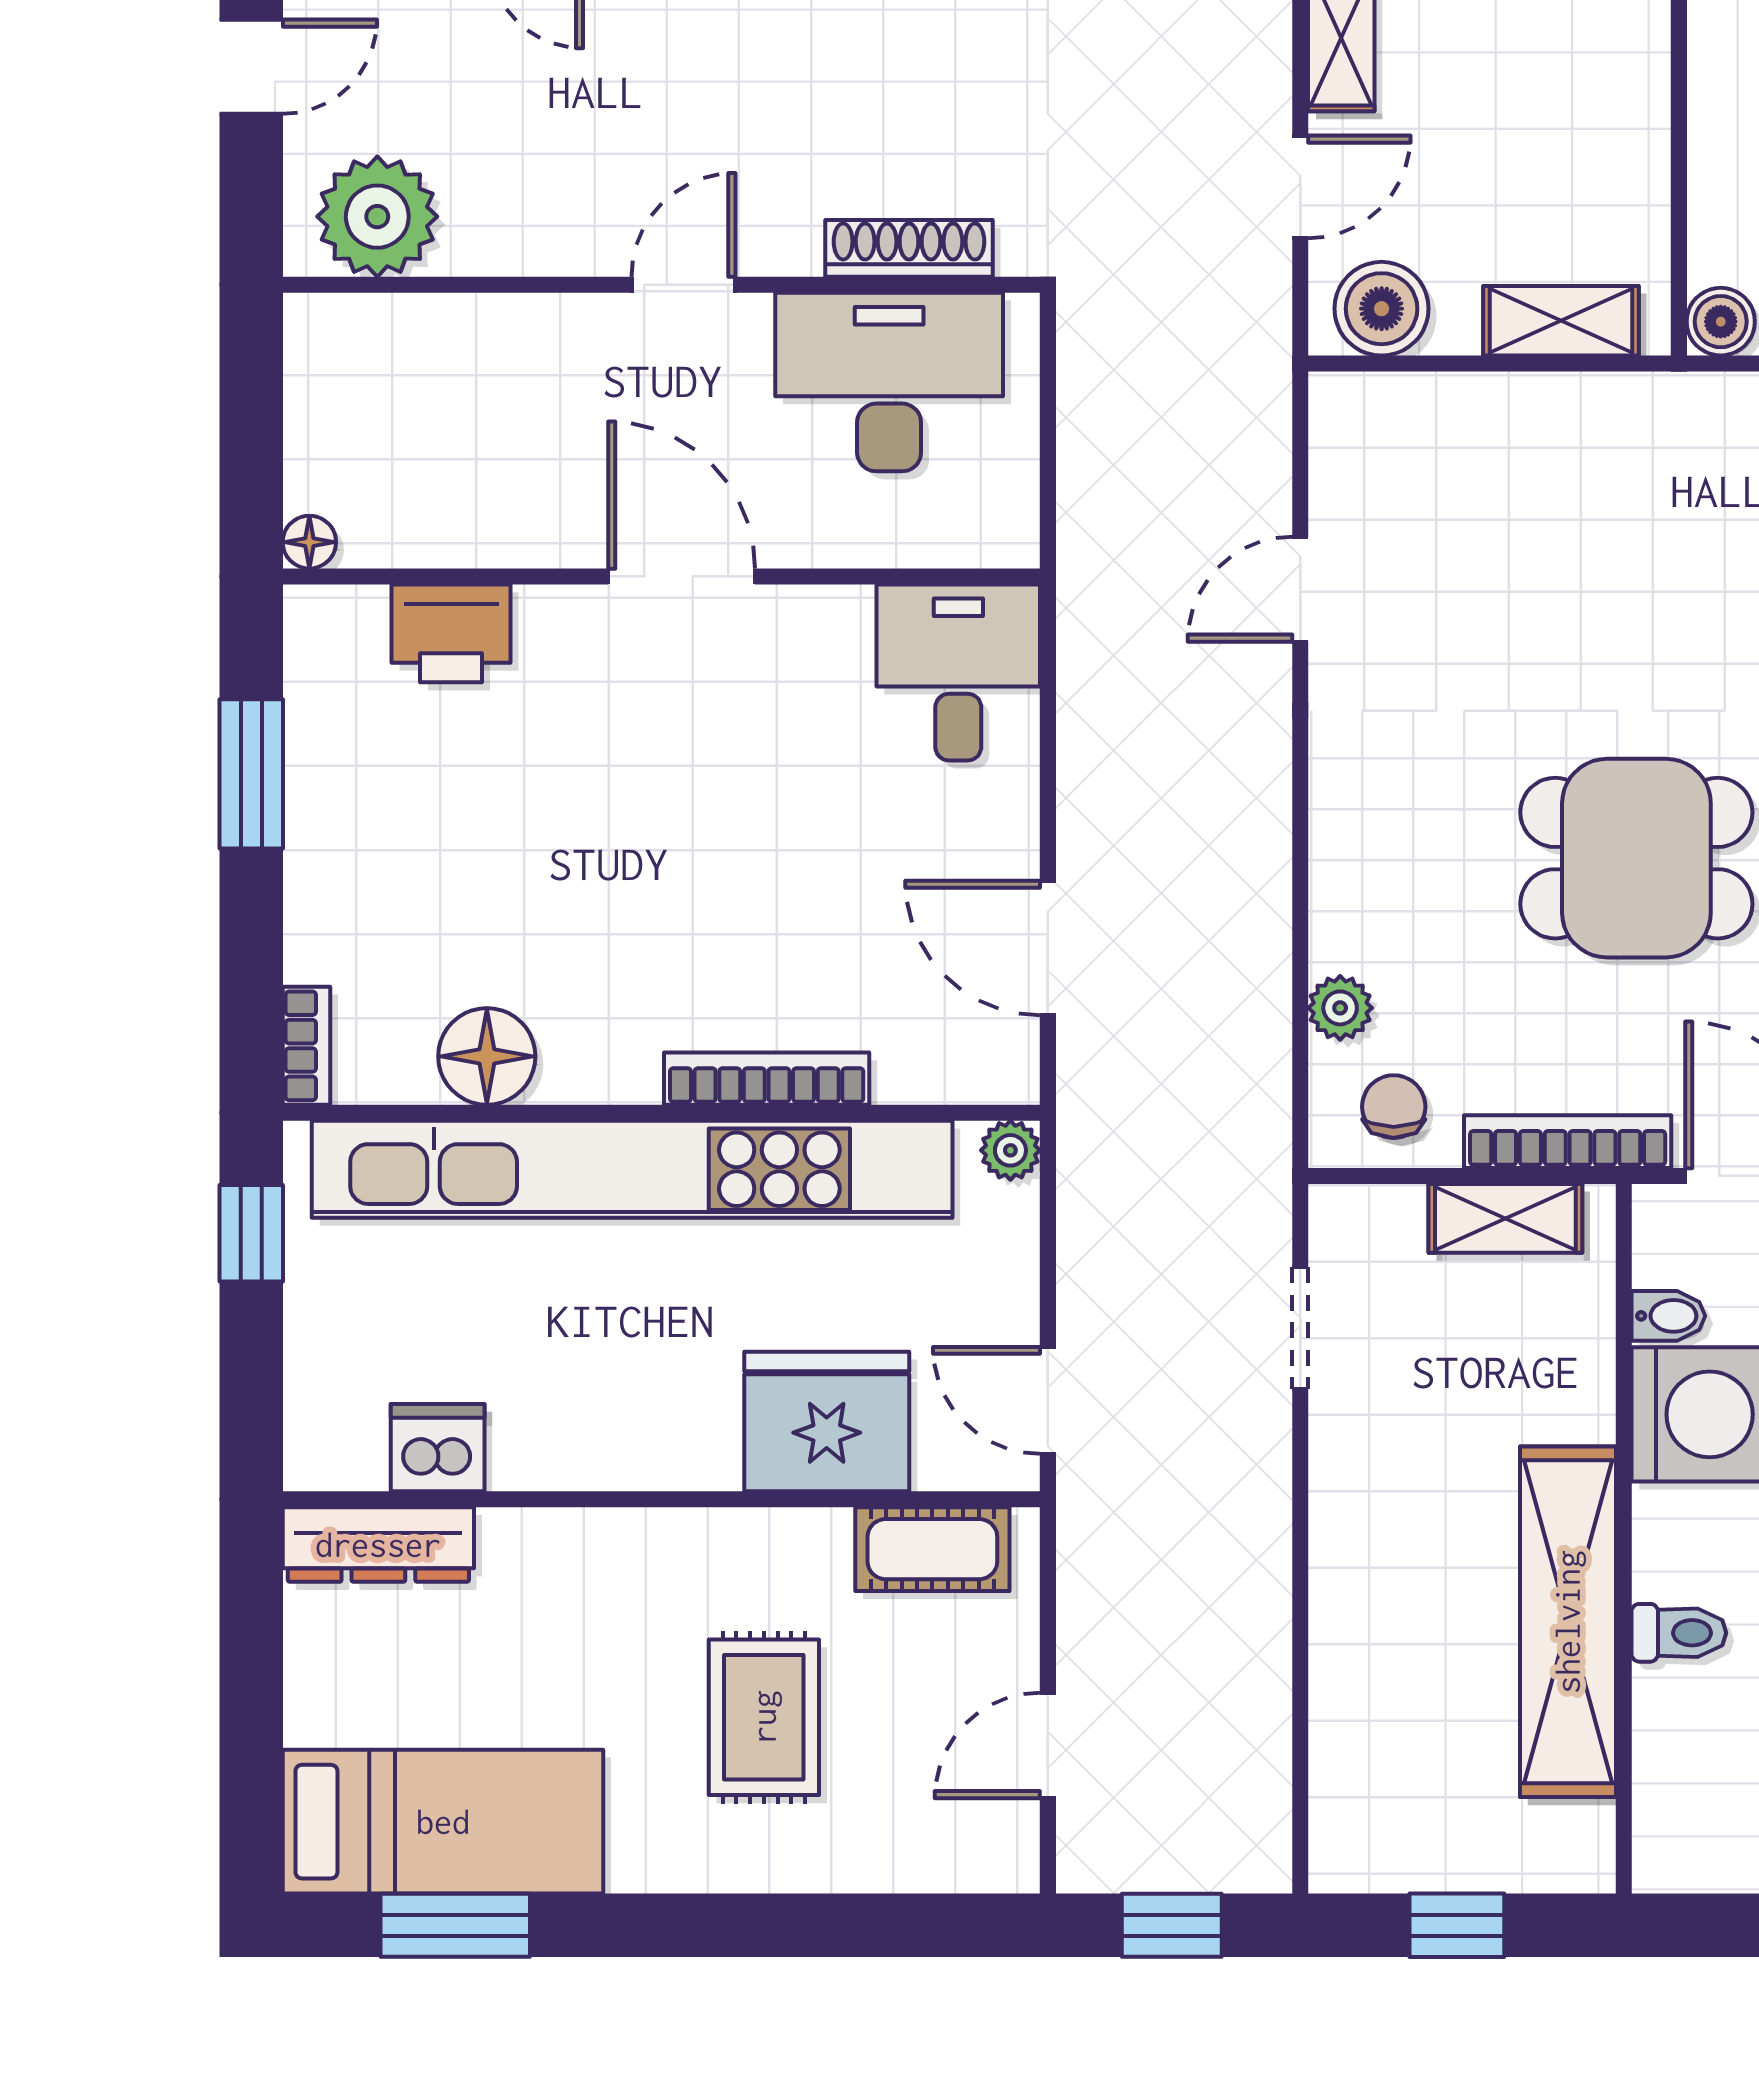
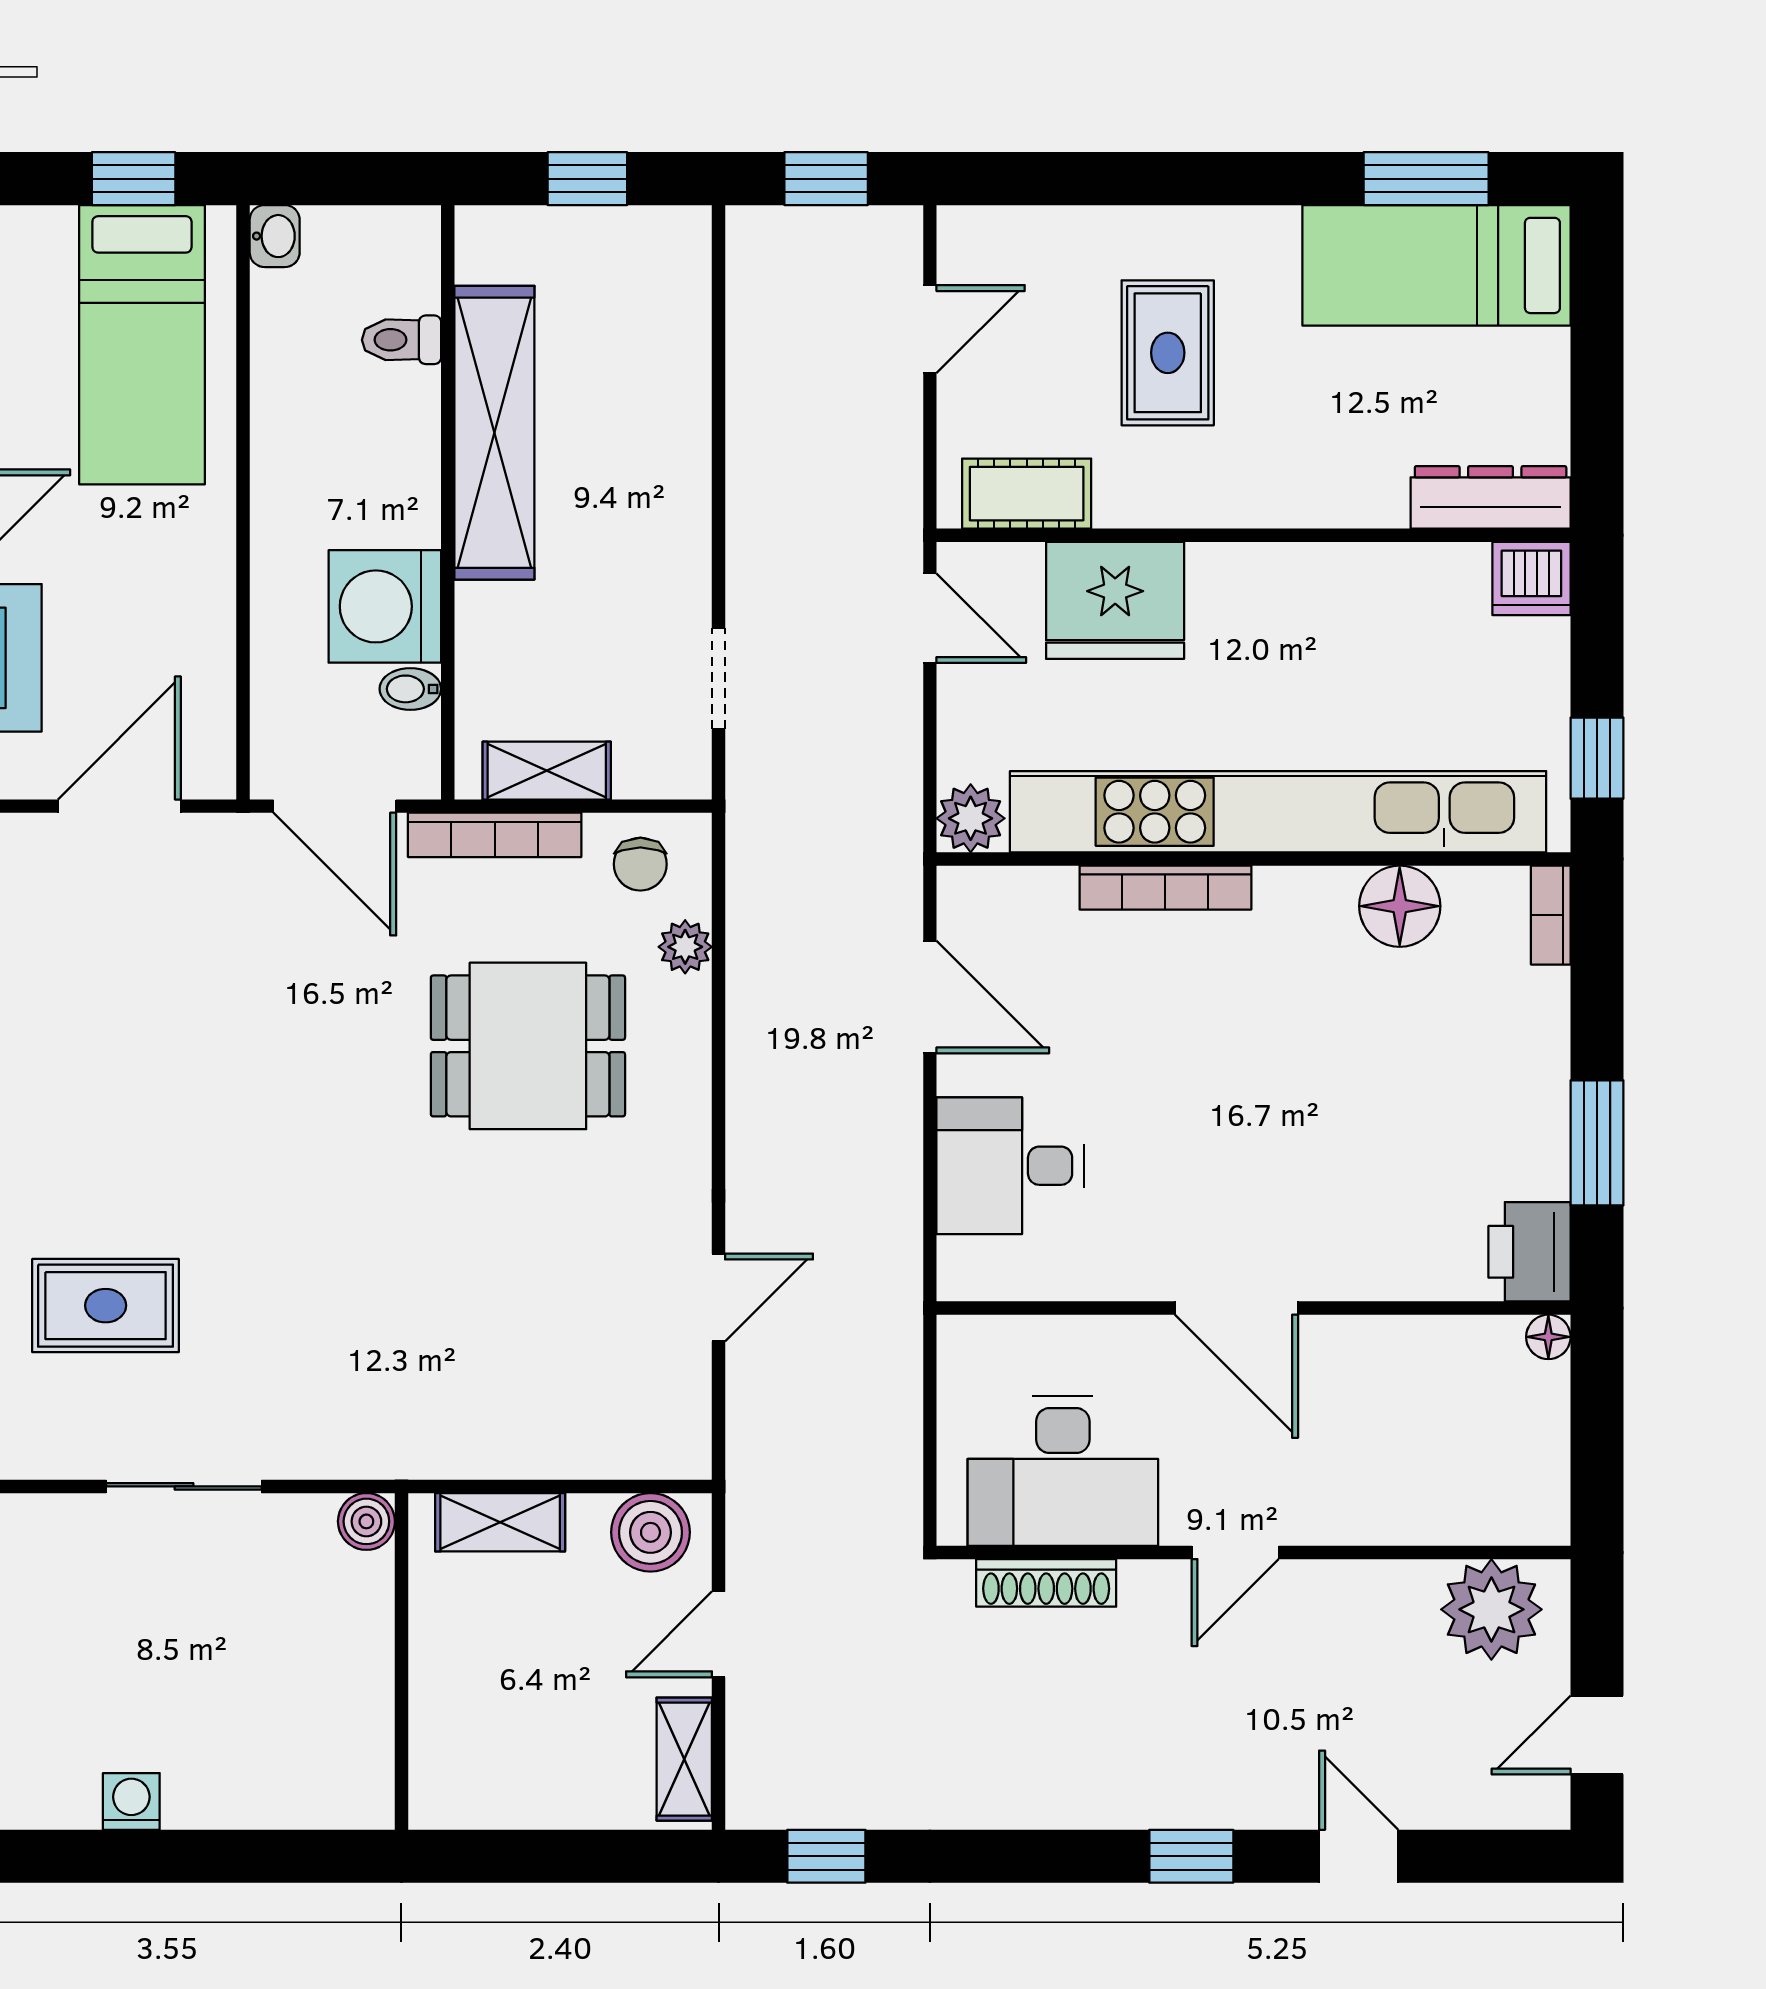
printer: (451, 633) -> (1529, 1252), moved, turned -90
desk: (958, 672) -> (1010, 1166), moved, turned 90
dining table: (1636, 858) -> (528, 1046), moved
plant: (1010, 1150) -> (971, 818), width x1.38, depth x1.38
dishwasher: (438, 1448) -> (1531, 579), moved
toilet: (1679, 1633) -> (402, 340), moved

